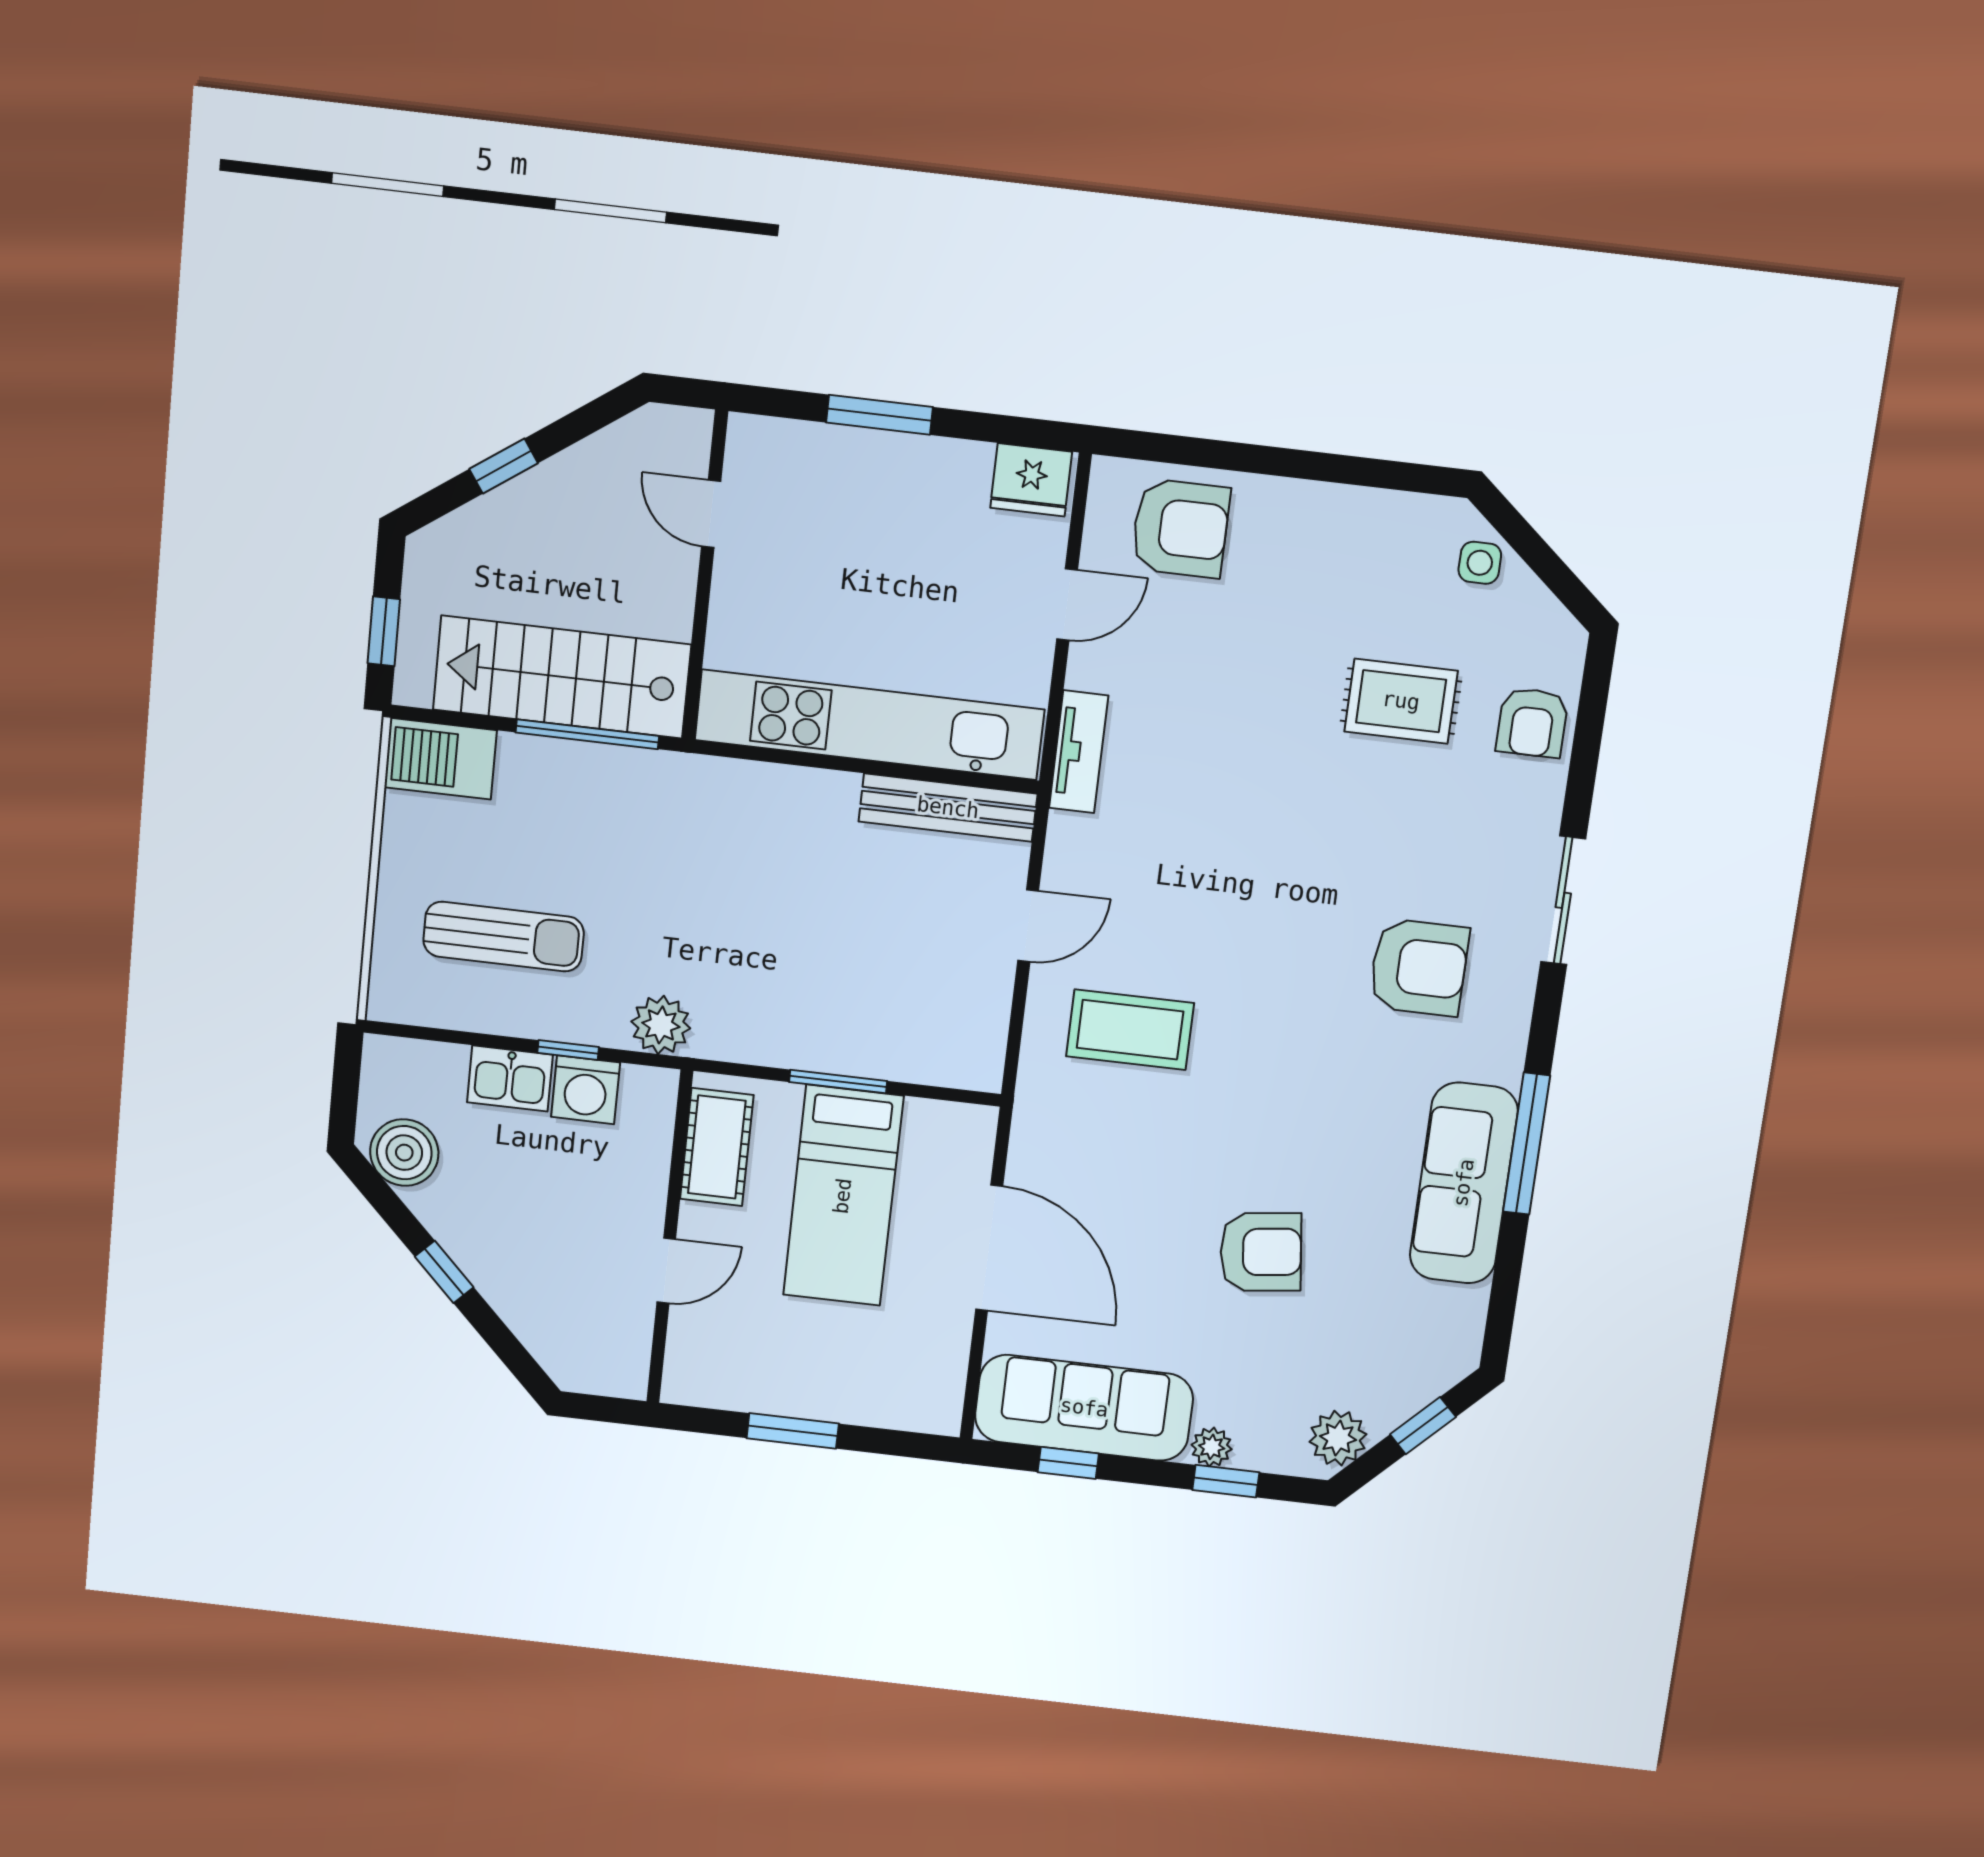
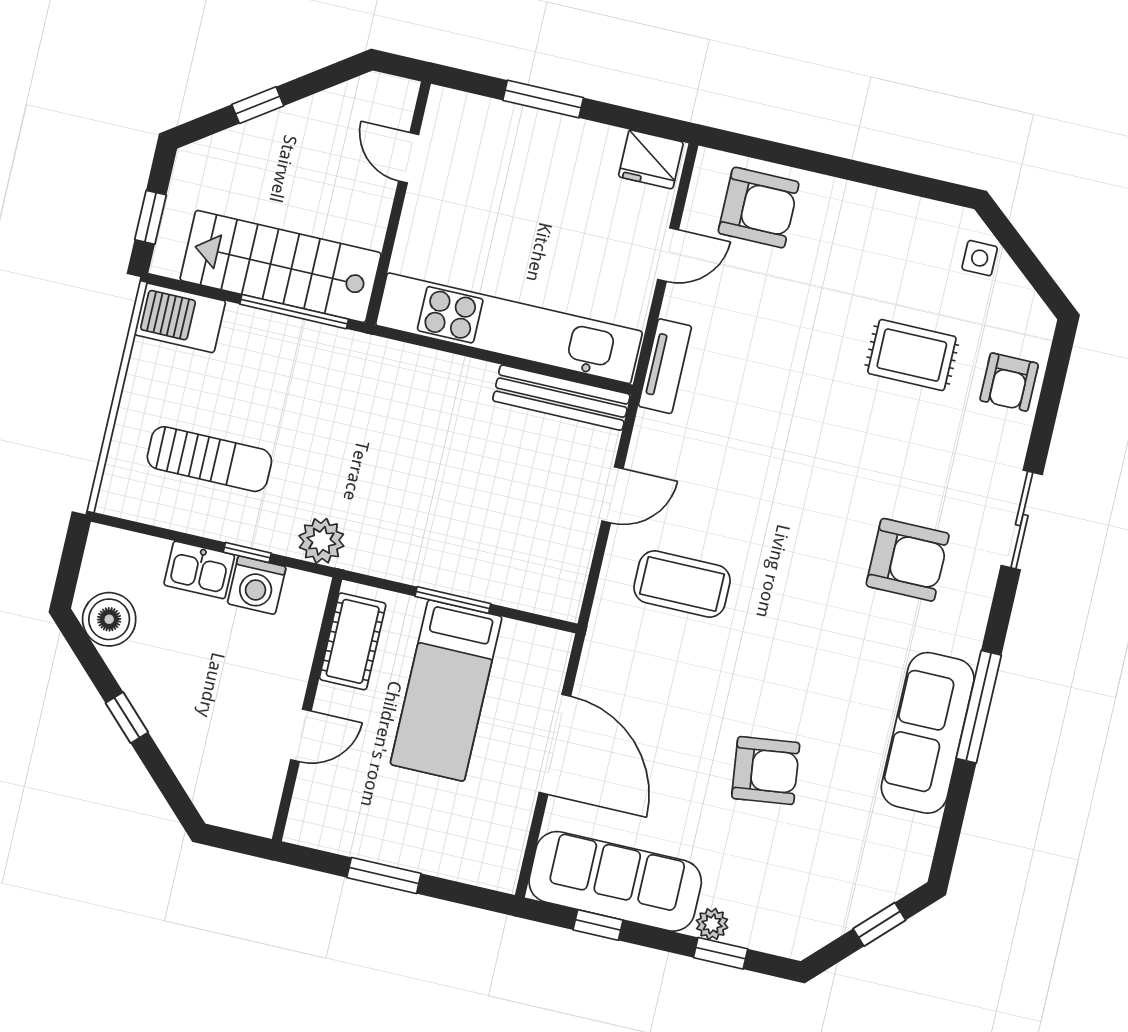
plant: (1338, 1438) -> (812, 927), removed

